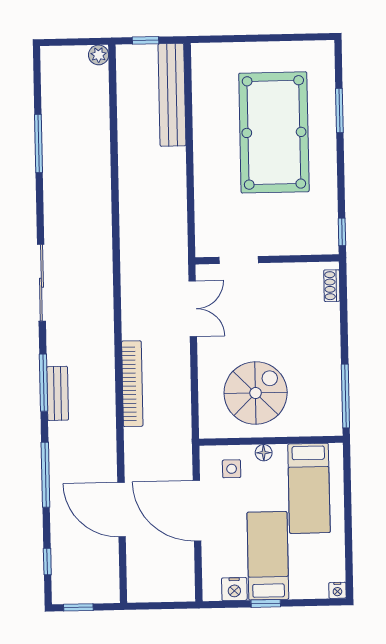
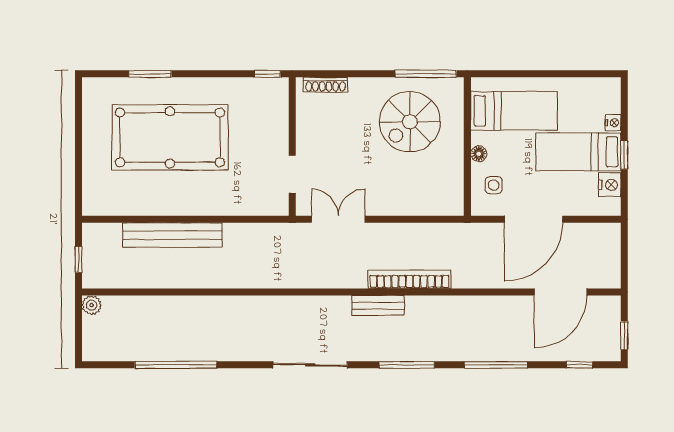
bench: (172, 95) -> (173, 235), moved
window: (39, 143) -> (176, 365), width x1.46
shoe rack: (332, 286) -> (326, 85), width x1.43
bench: (58, 393) -> (378, 305), moved
spiral stairs: (256, 393) -> (410, 122), moved, turned -90
door: (122, 510) -> (561, 292), moved
nightstand: (337, 590) -> (613, 123), moved

